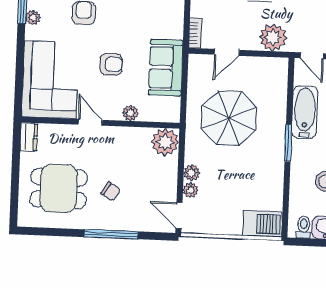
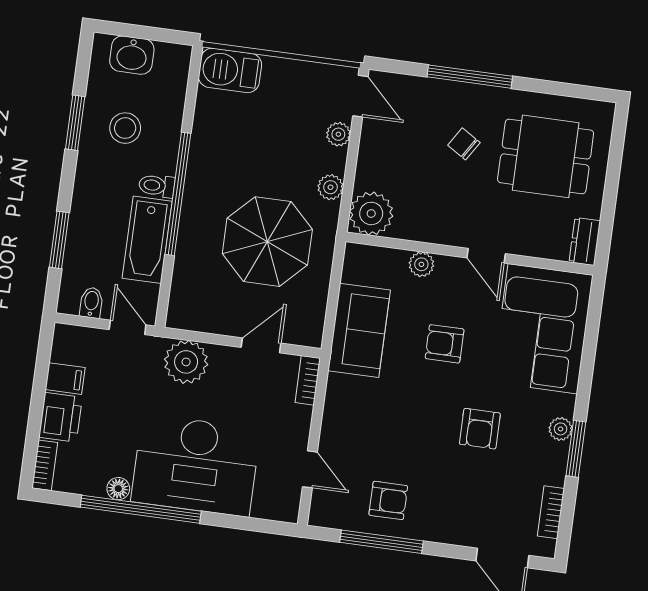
window: (288, 143) -> (178, 194), width x2.11
plant: (192, 173) -> (330, 187), moved
toilet: (304, 227) -> (157, 186), moved, turned 90

